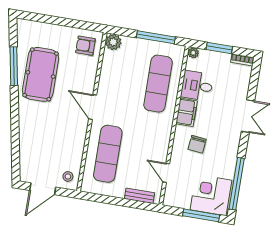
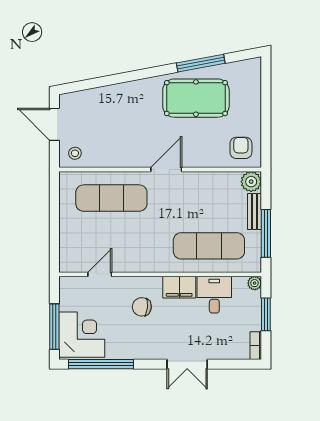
bench: (139, 196) -> (255, 212), moved

